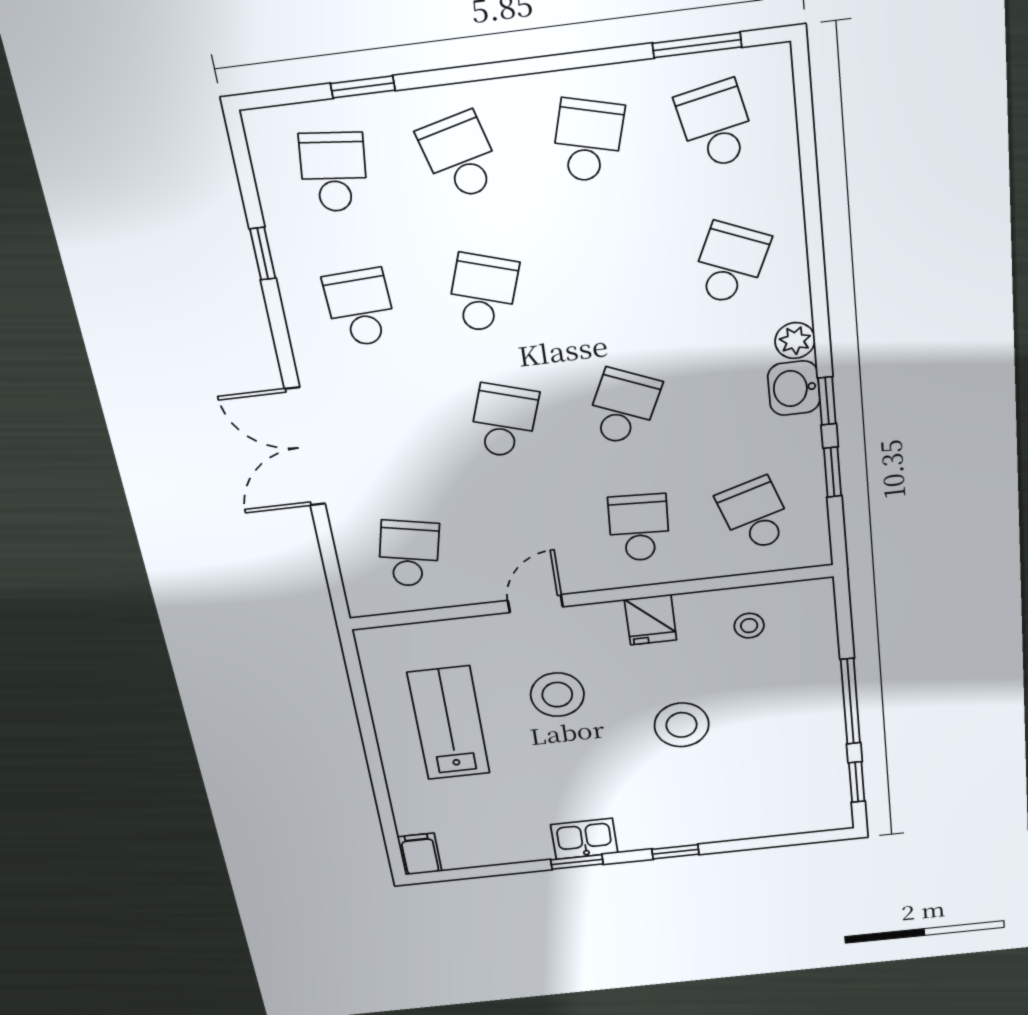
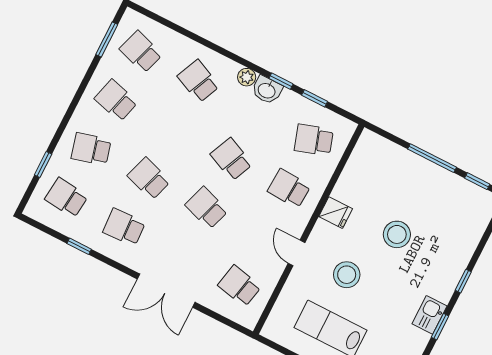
school desk: (716, 125) -> (141, 52), turned 30
stool: (749, 626) -> (365, 175), removed

